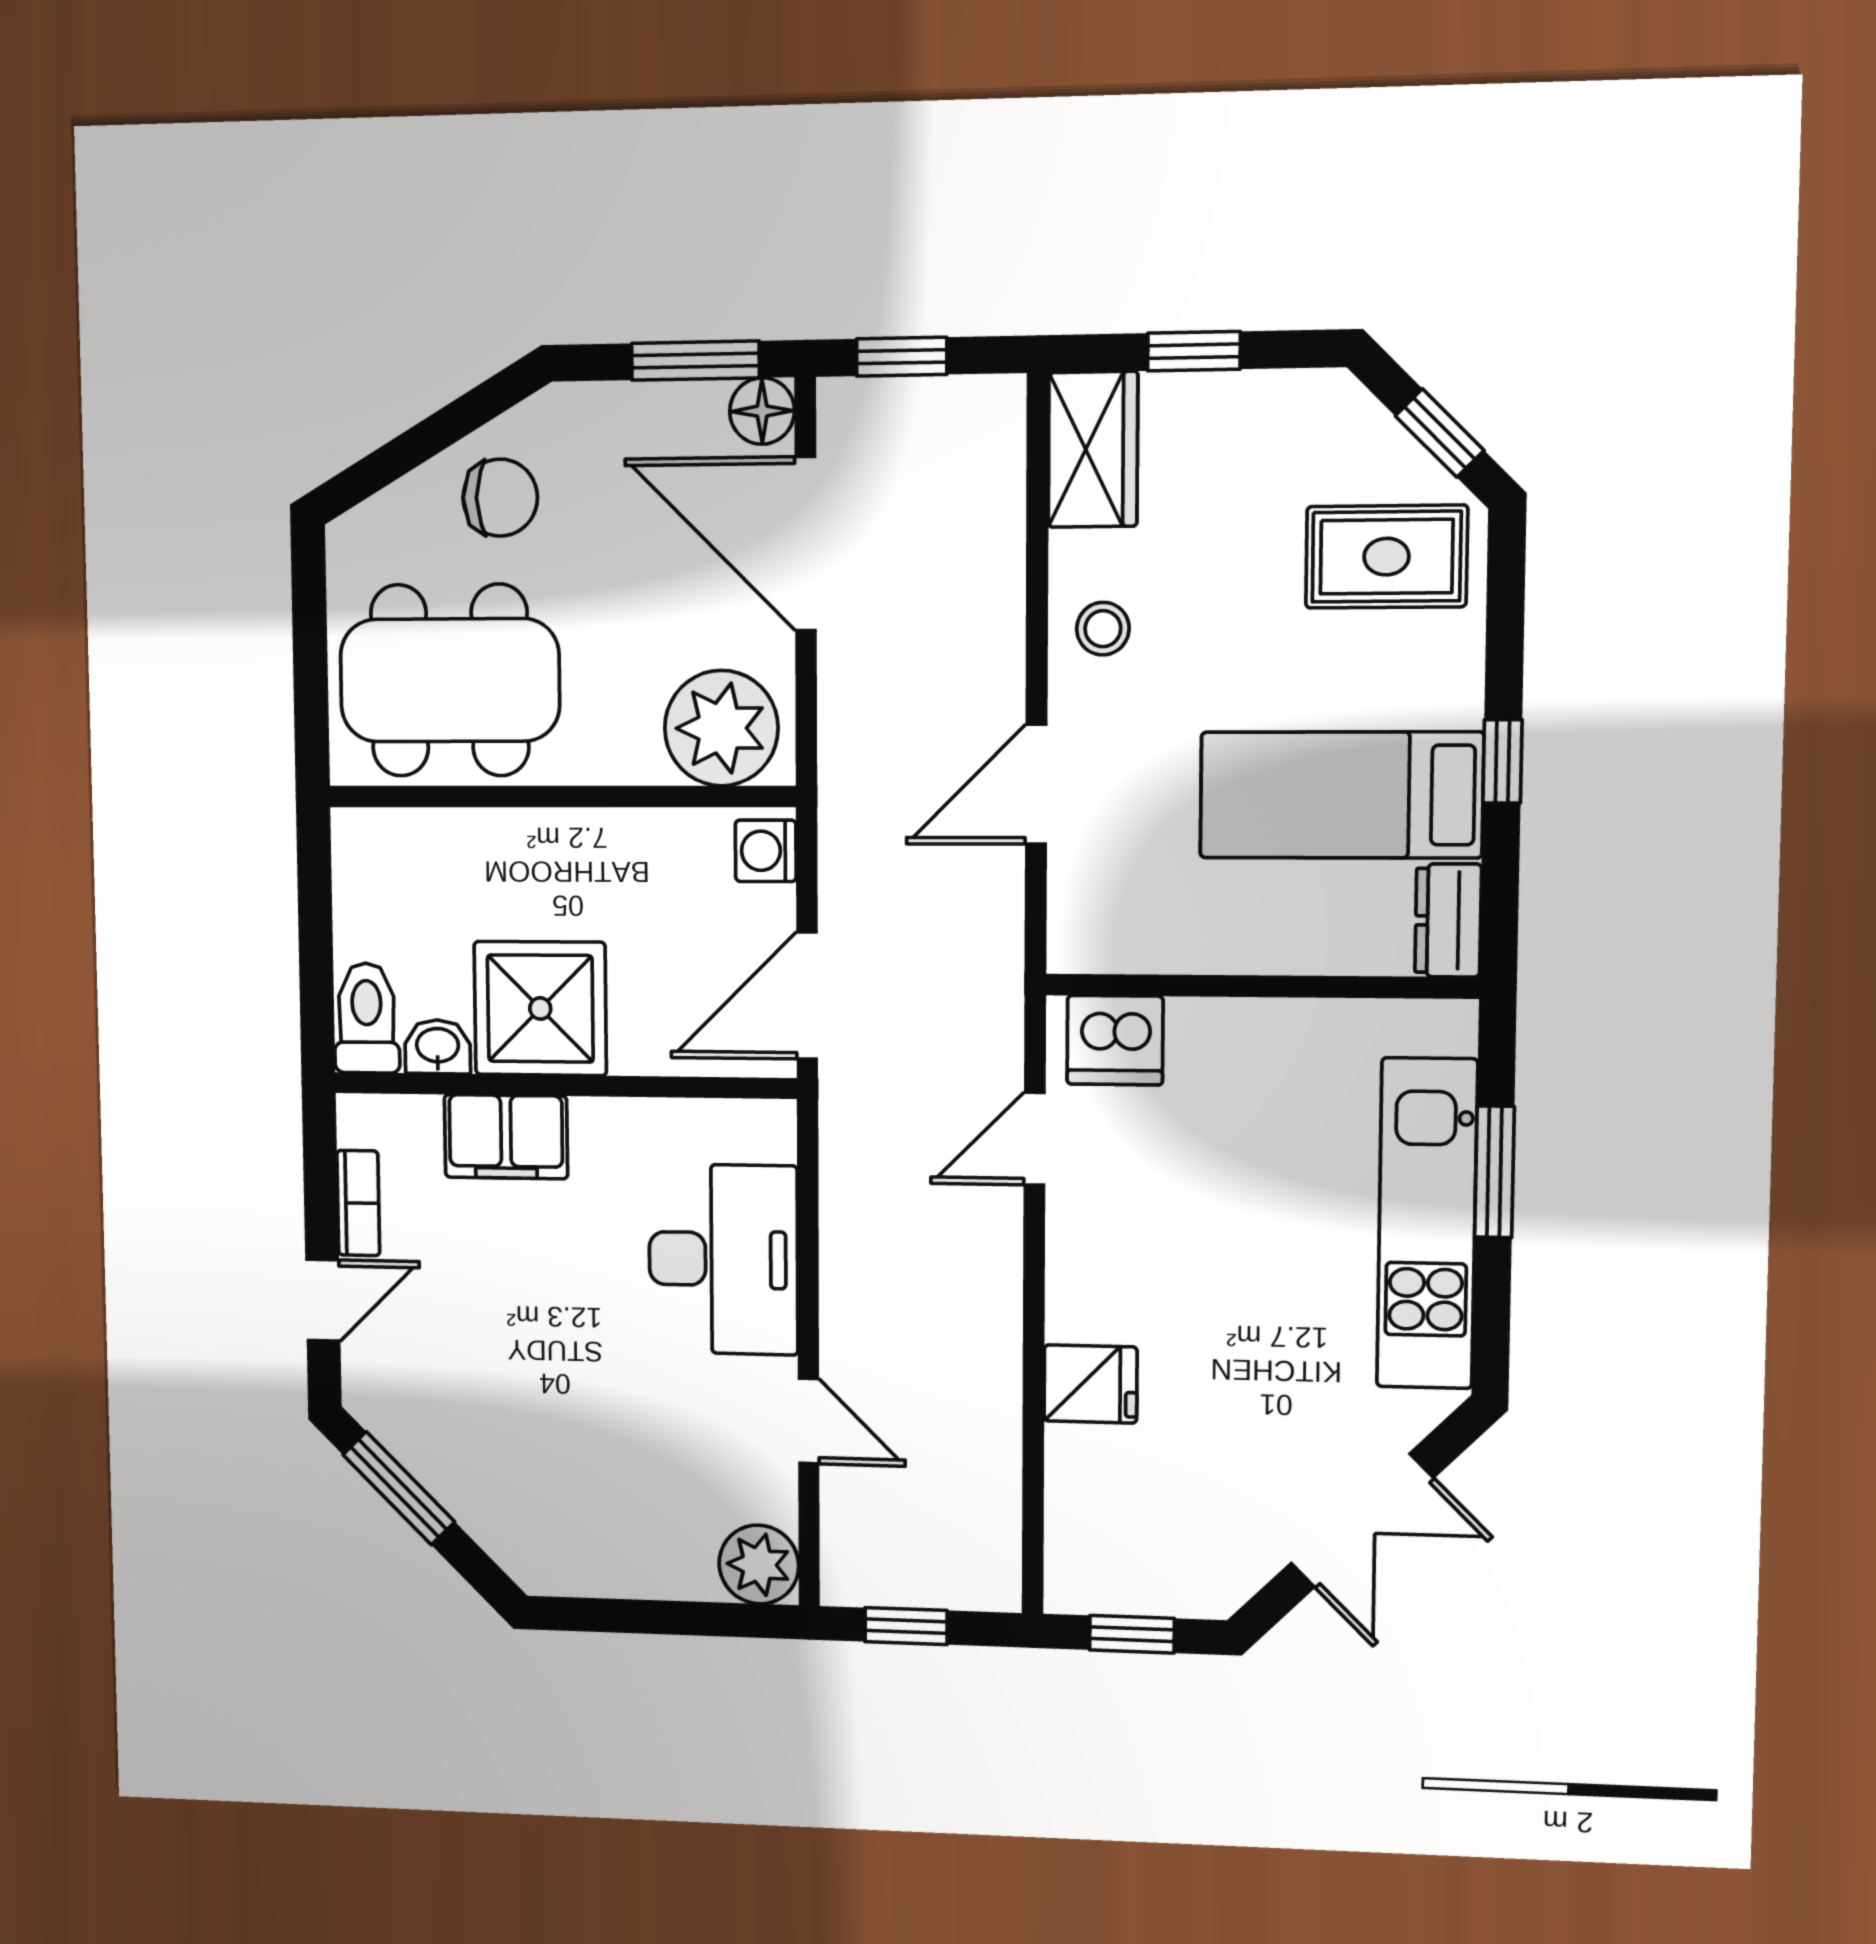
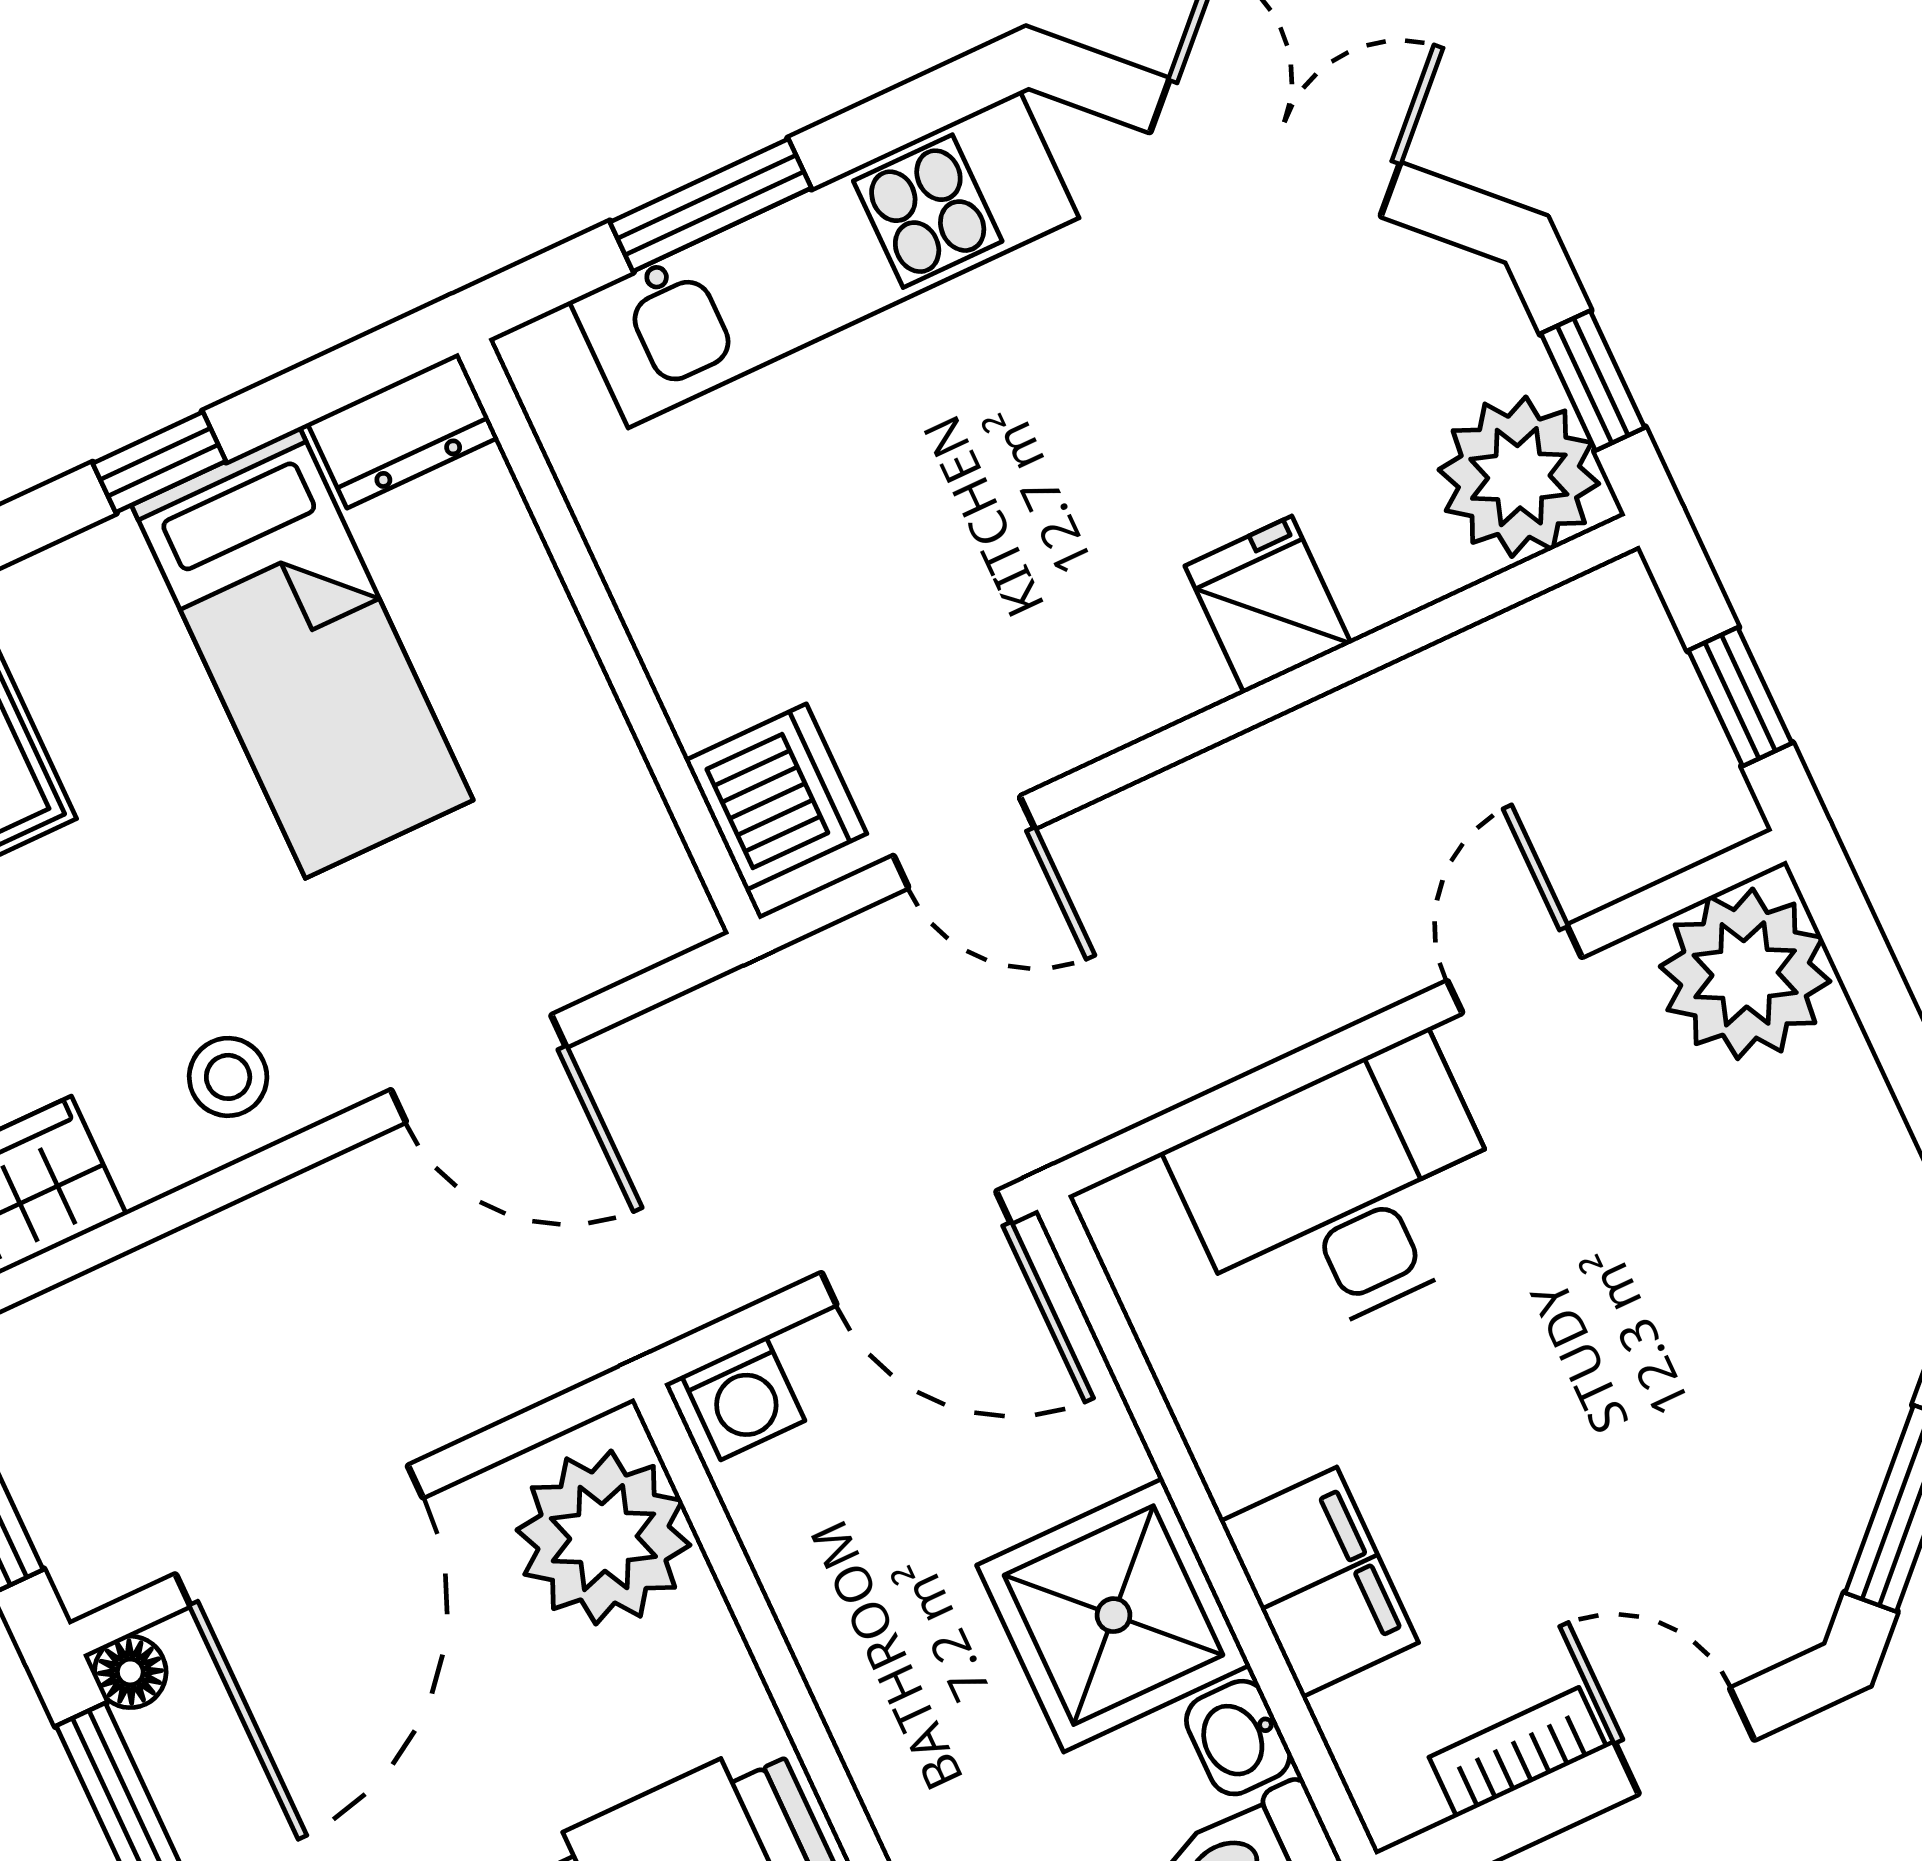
floor lamp: (762, 411) -> (130, 1672), width x0.73, depth x0.73
plant: (759, 1565) -> (1745, 974), width x1.36, depth x1.36
plant: (1096, 1565) -> (1519, 477), added

